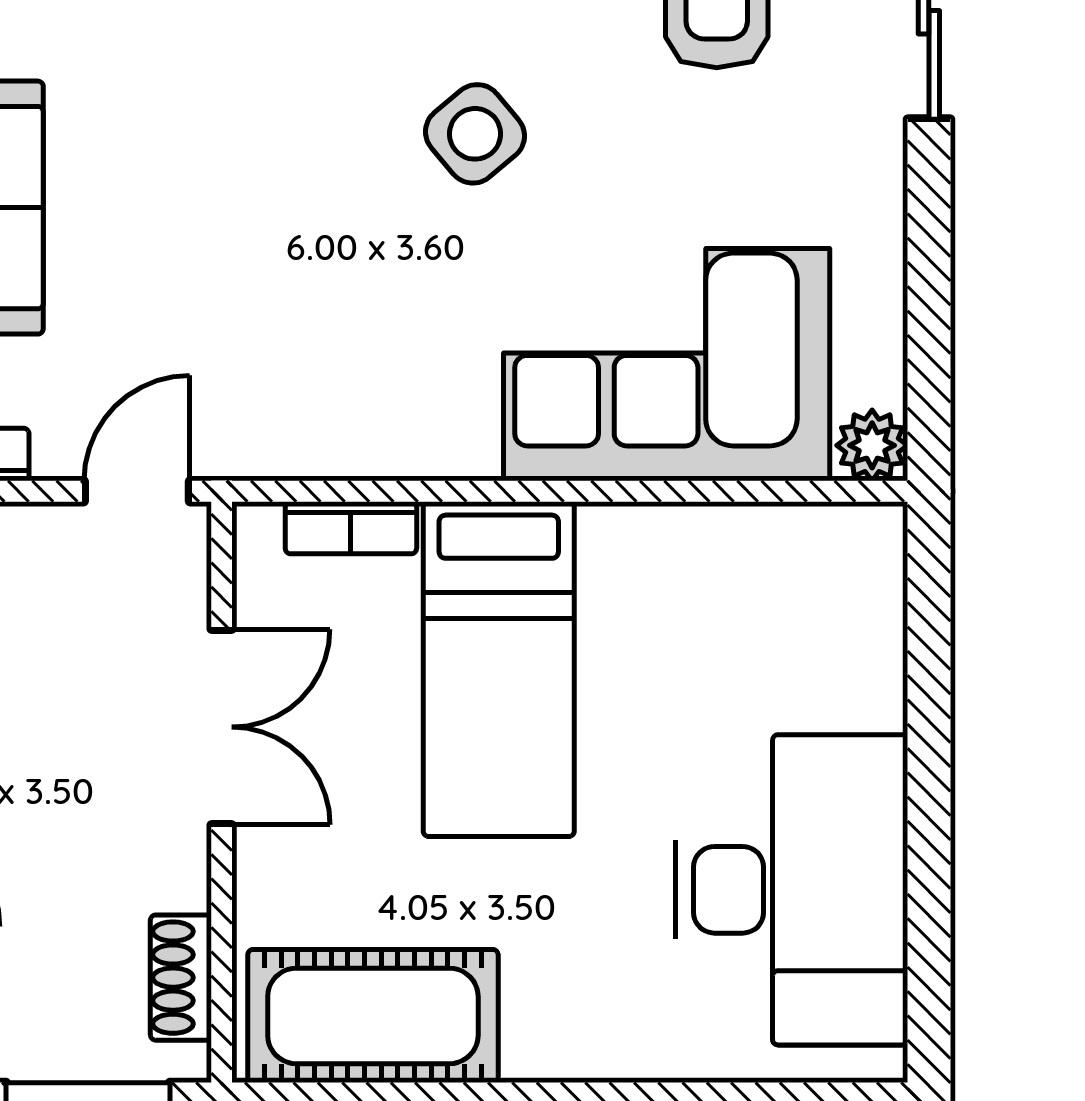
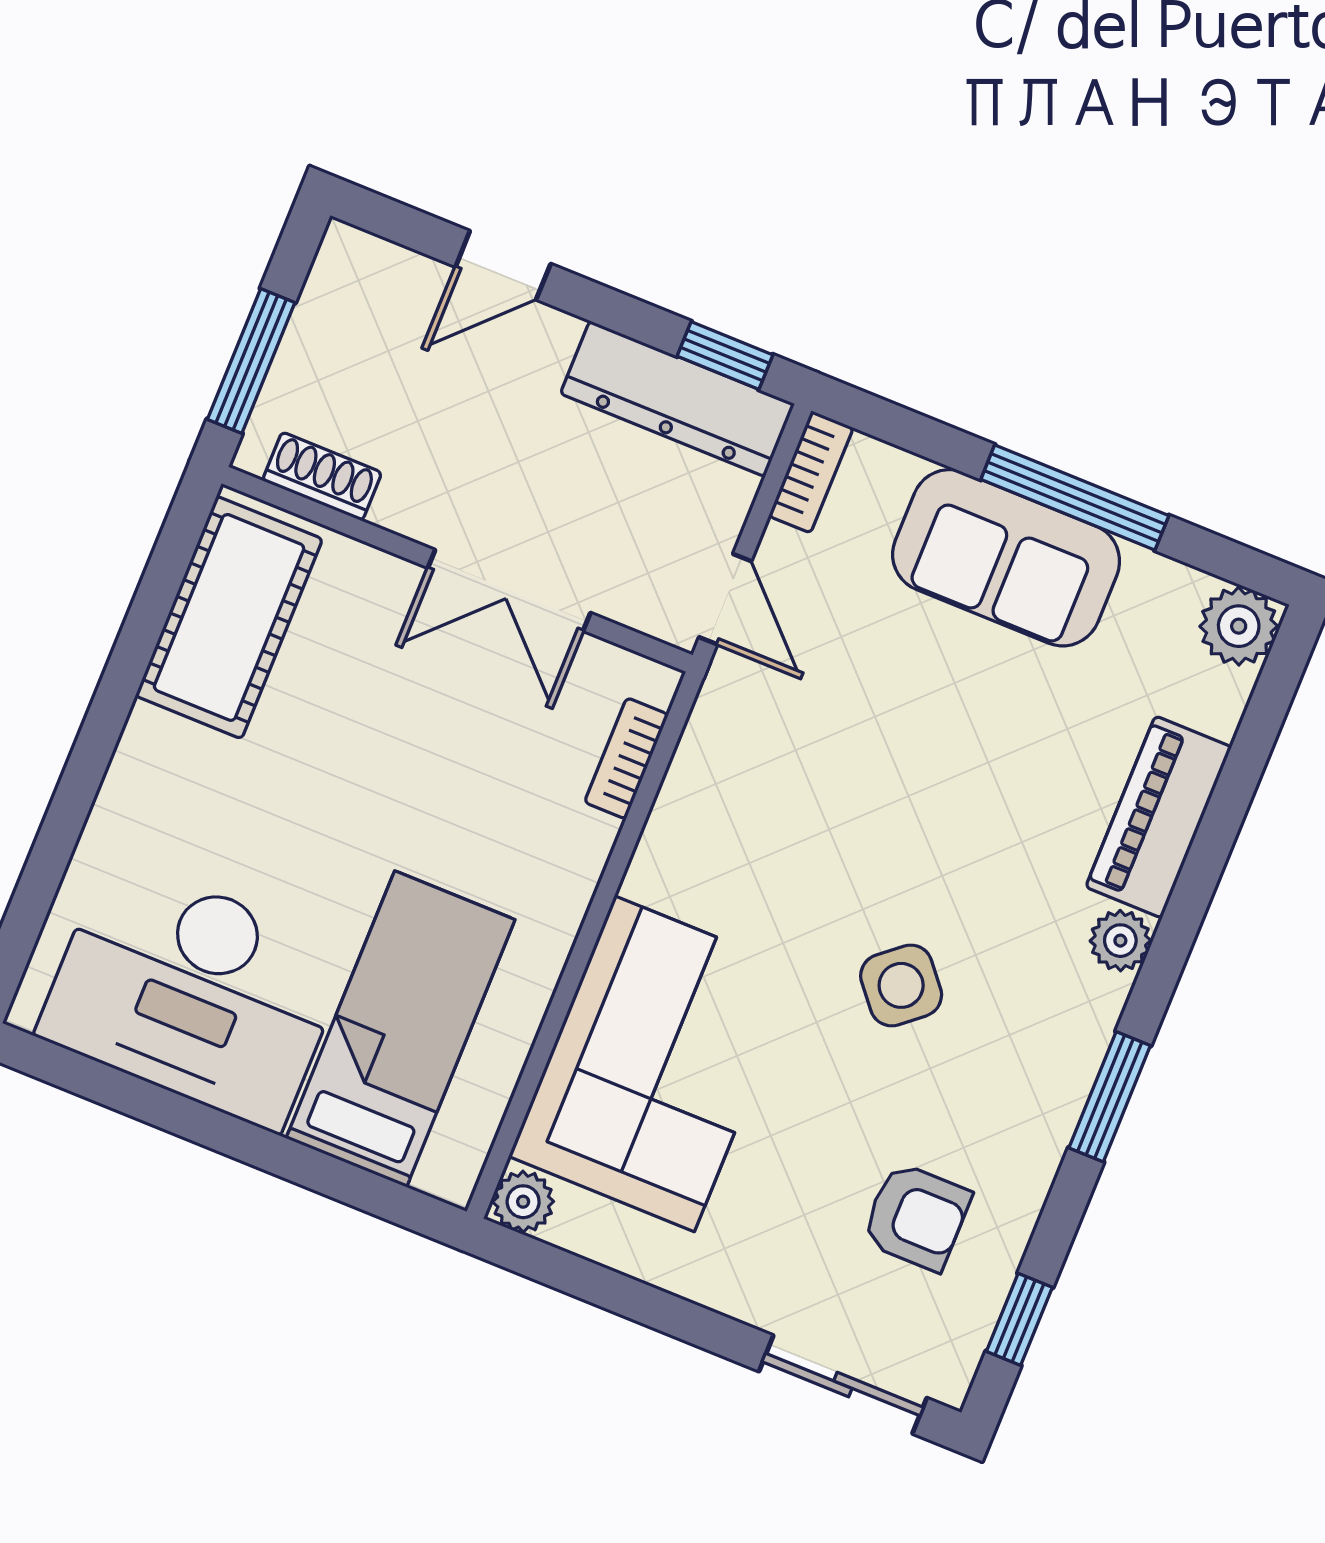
bed: (499, 669) -> (401, 1029), moved, turned 90

